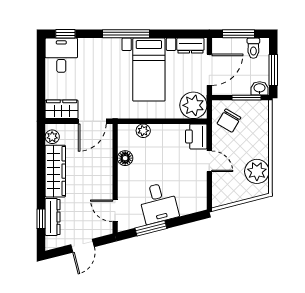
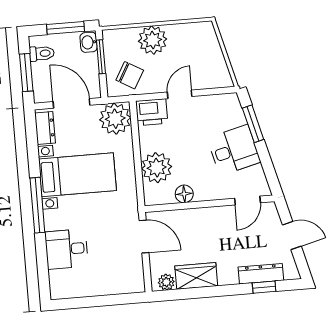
window: (65, 34) -> (43, 277), removed
desk: (61, 55) -> (67, 249), moved
wardrobe: (62, 109) -> (133, 274), removed
plant: (143, 131) -> (157, 168), width x1.88, depth x1.88
wardrobe: (55, 171) -> (196, 276), width x0.67
plant: (257, 171) -> (153, 40), moved
window: (151, 228) -> (253, 124), moved

